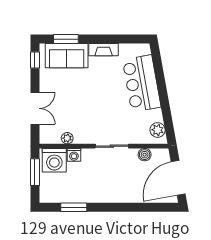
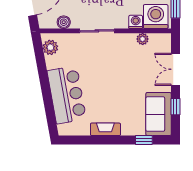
window: (66, 39) -> (144, 140), width x0.67
sofa: (67, 56) -> (159, 114), moved, turned -90
window: (35, 60) -> (175, 107), moved

